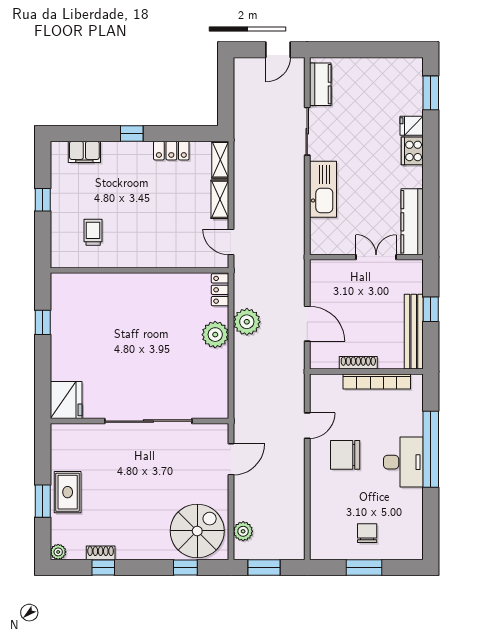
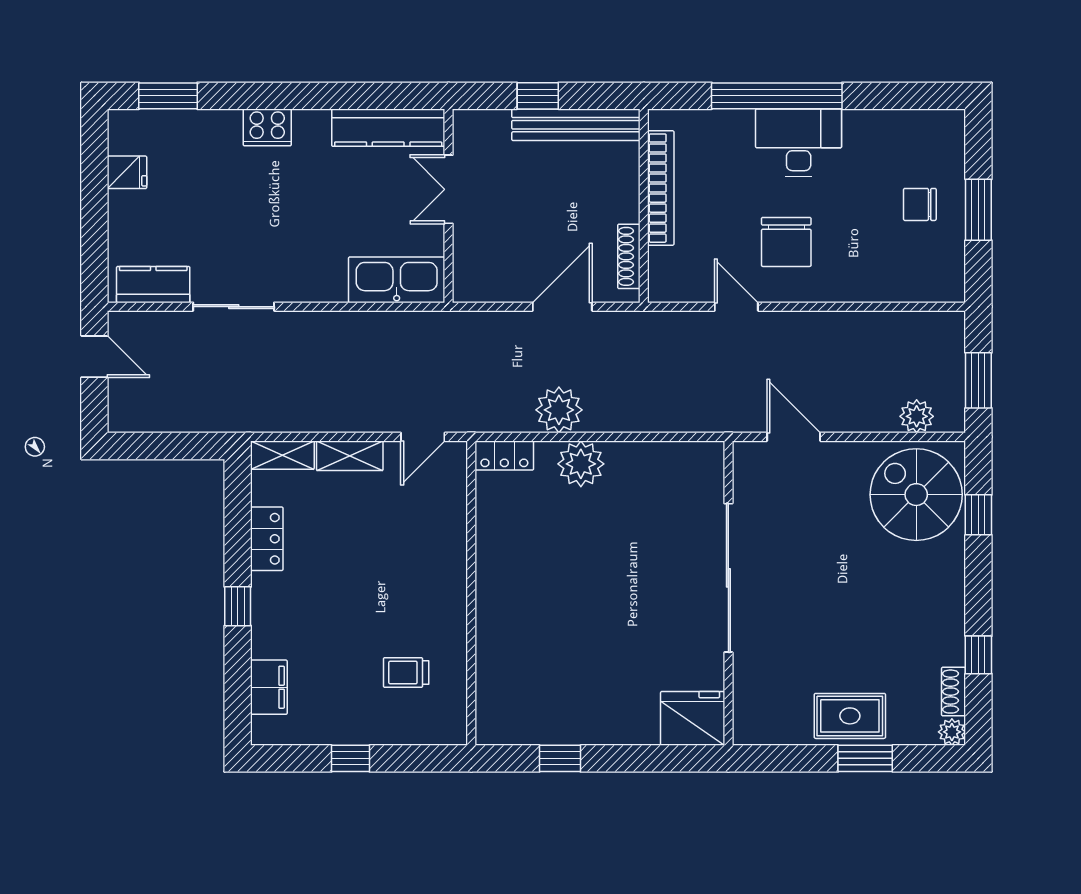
fridge: (412, 126) -> (127, 172), moved, turned -90
kitchen sink: (323, 189) -> (397, 280), moved
shoe rack: (358, 363) -> (629, 256), moved
shoe rack: (101, 553) -> (954, 692), moved

